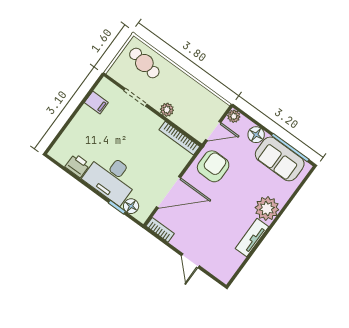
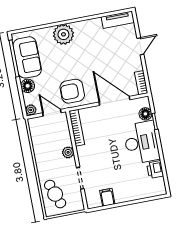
cafe table: (144, 63) -> (55, 194), turned -30
tv unit: (252, 238) -> (118, 20), moved

